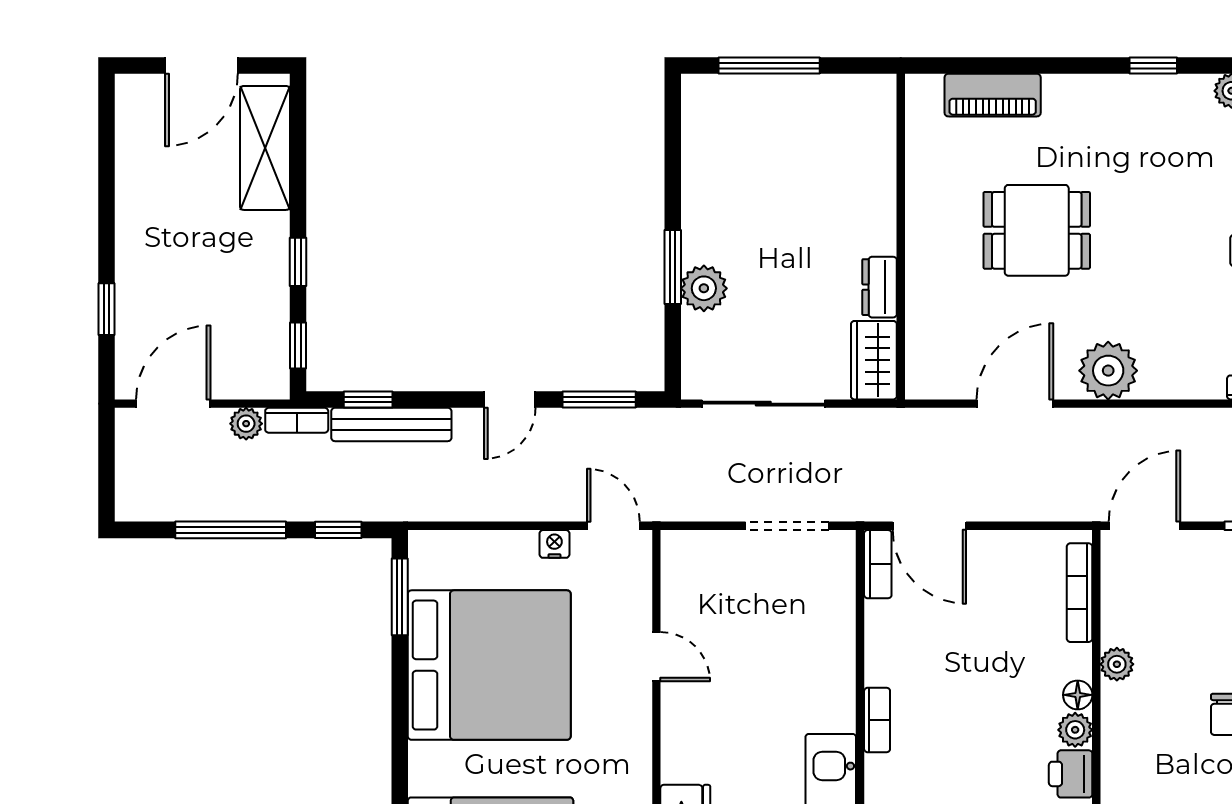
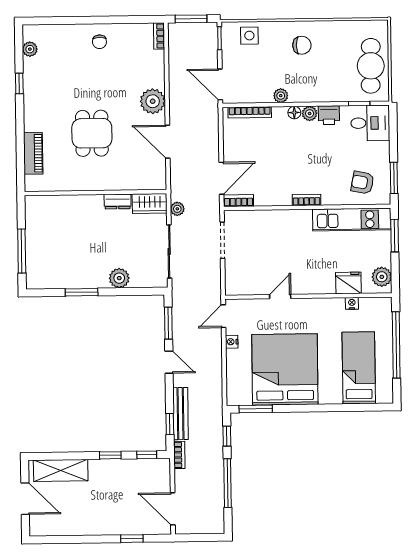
window: (673, 267) -> (82, 292), moved
plant: (246, 424) -> (177, 209), moved

